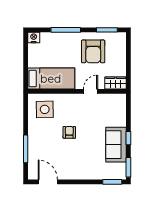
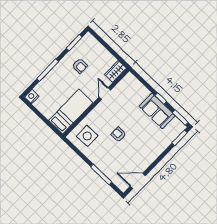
armchair: (93, 51) -> (80, 66), width x0.53, depth x0.53

